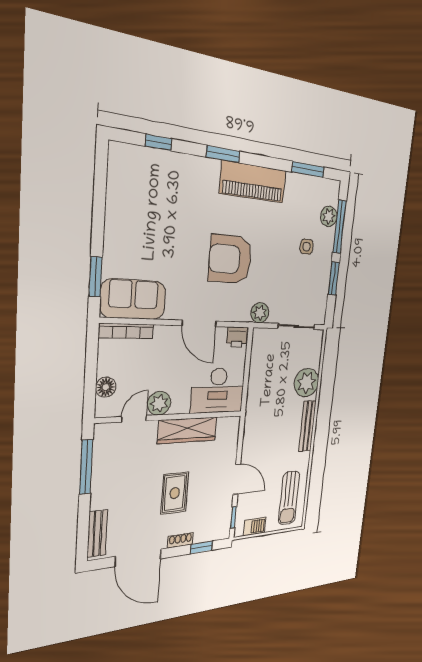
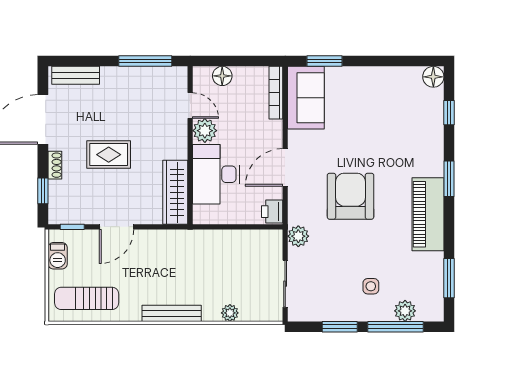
floor lamp: (119, 154) -> (433, 77), added
plant: (307, 383) -> (230, 313), width x0.53, depth x0.53
desk: (218, 390) -> (216, 174), moved
wardrobe: (187, 430) -> (175, 192), moved

